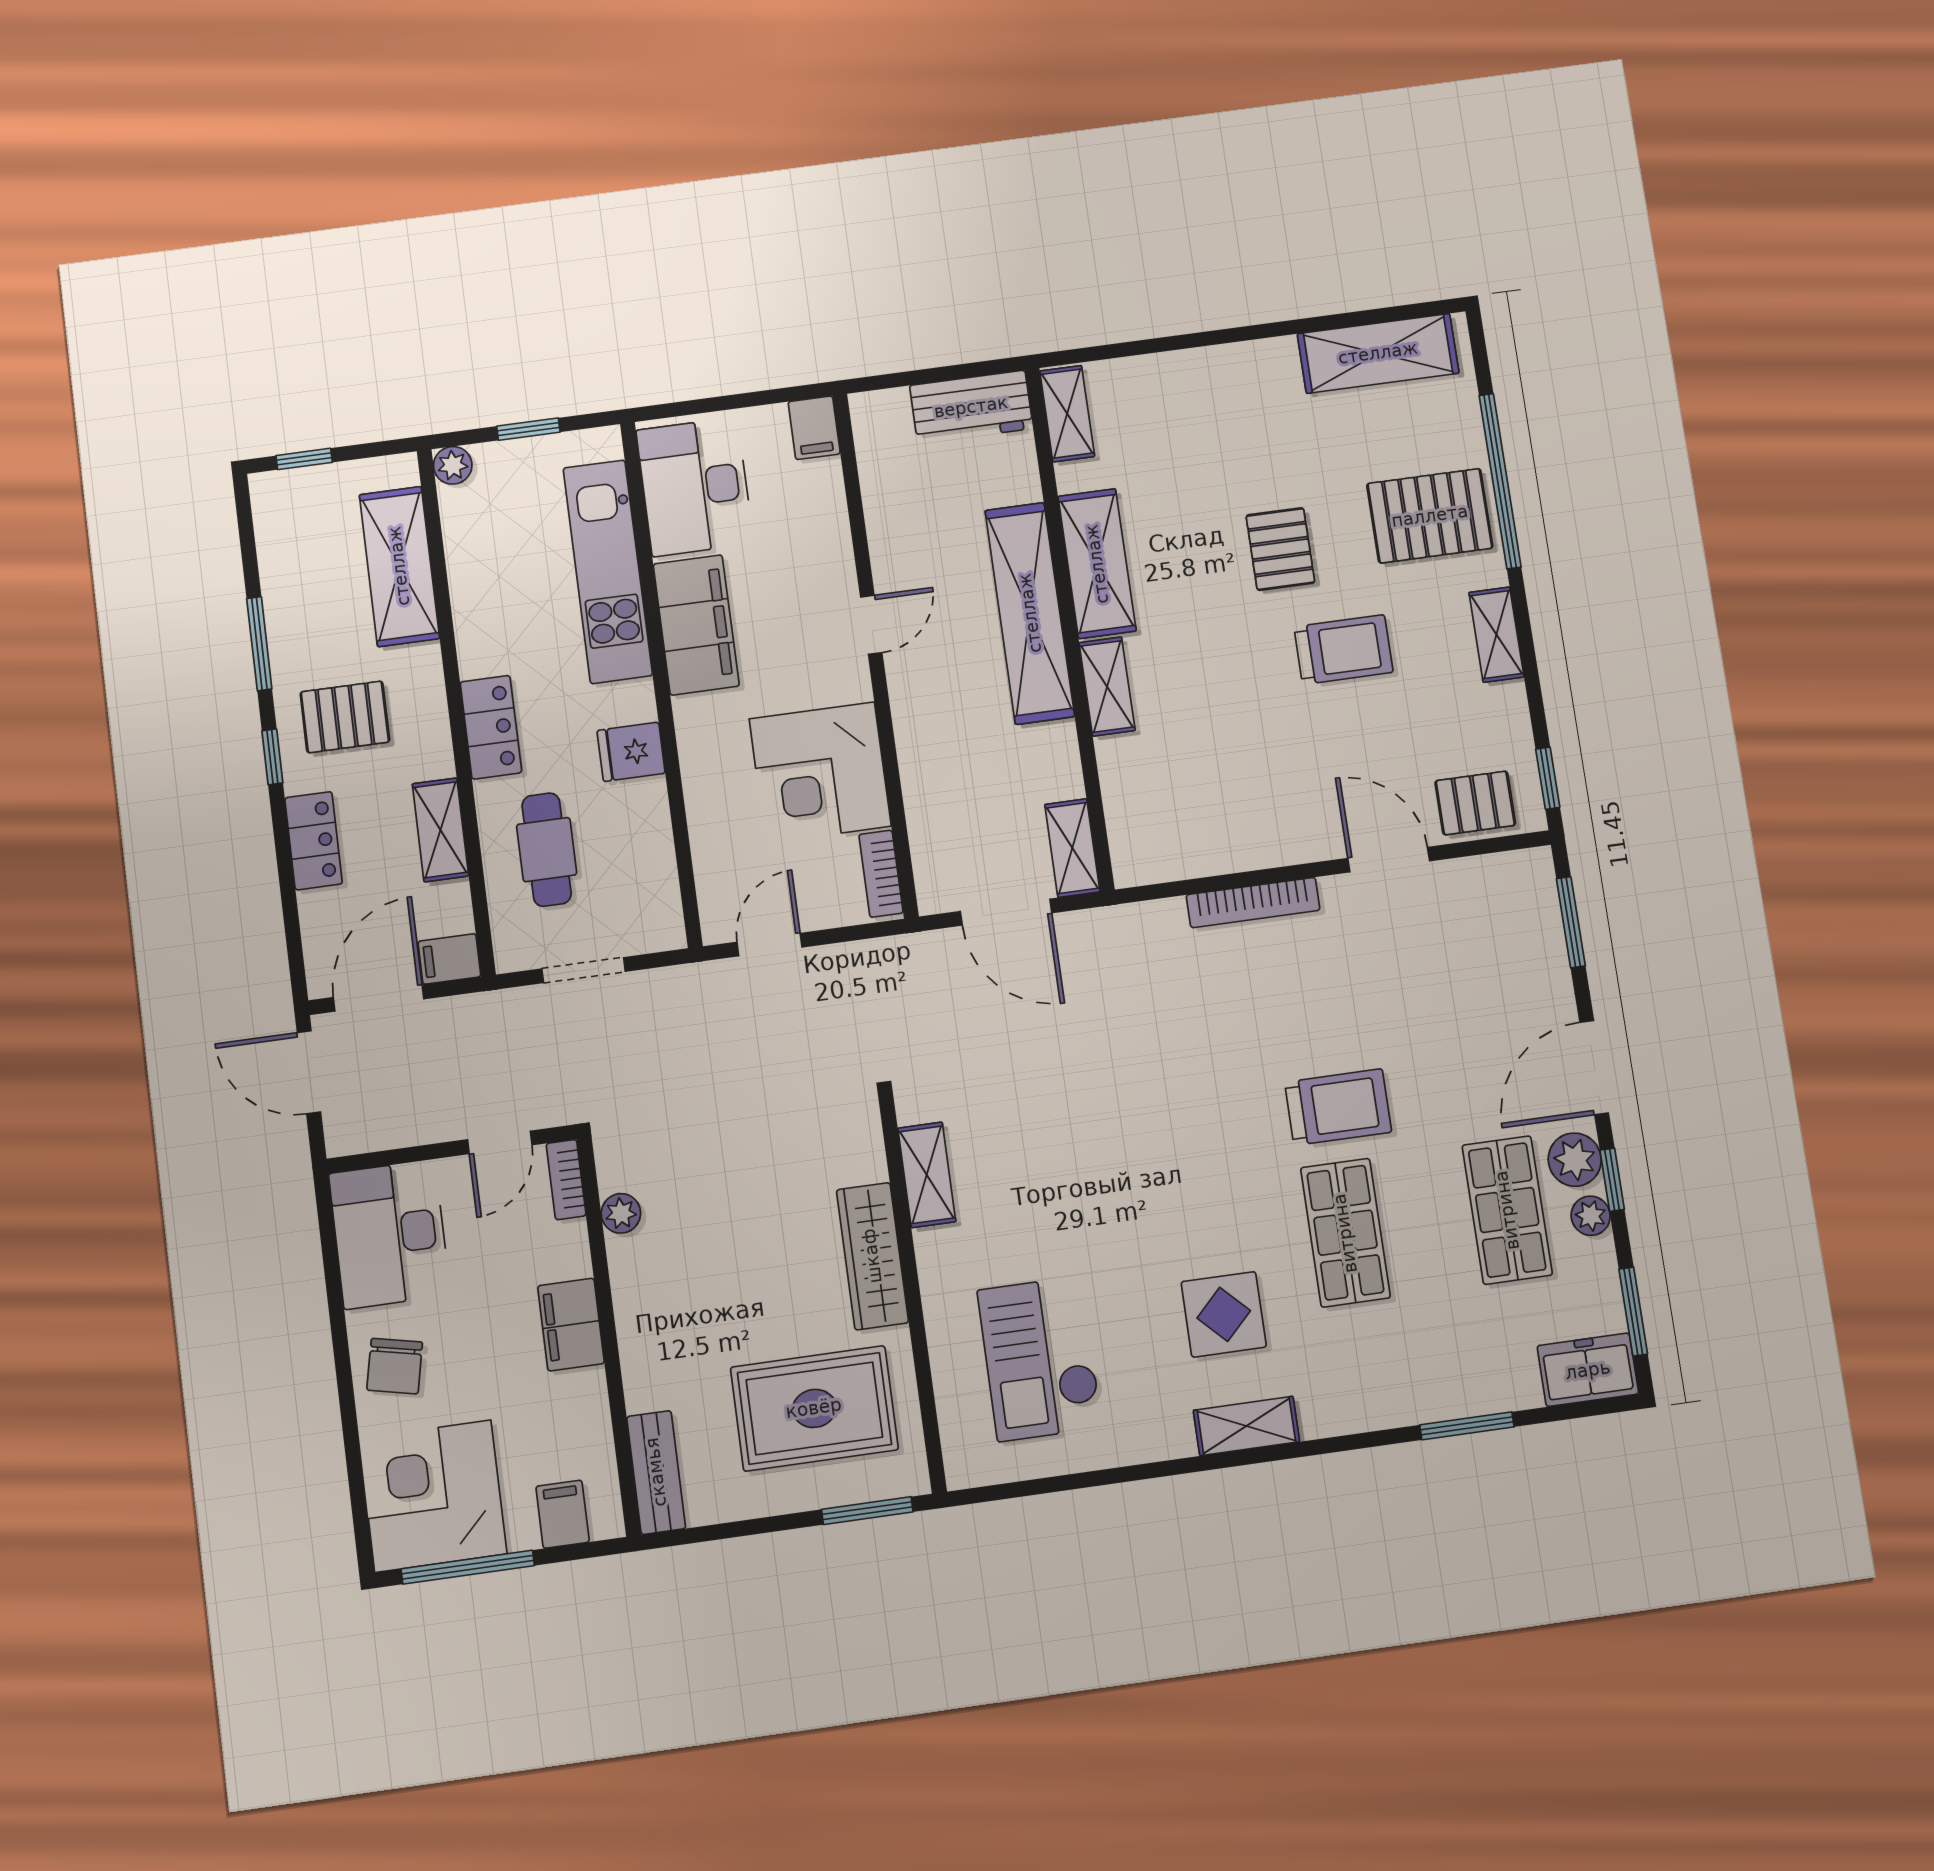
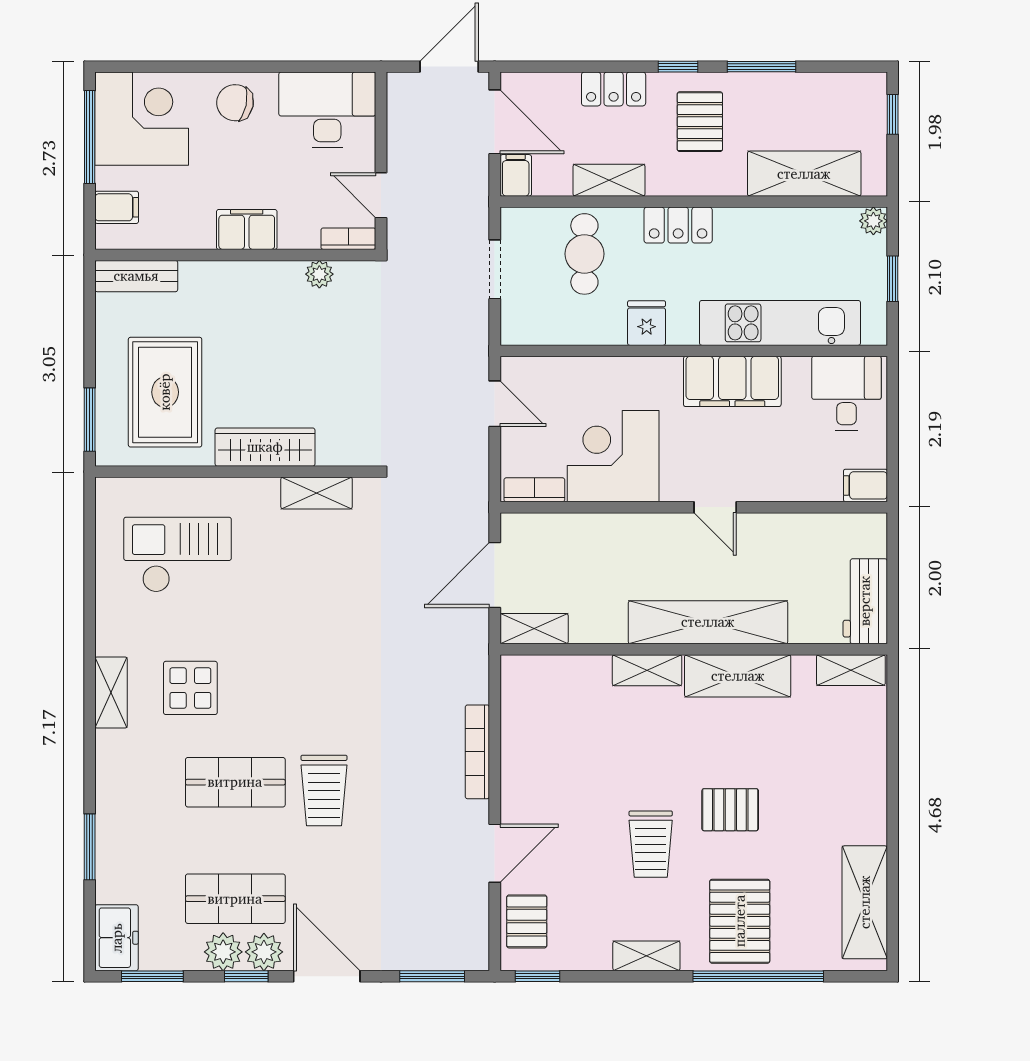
desk: (695, 487) -> (846, 394), width x0.73
cafe table: (547, 850) -> (584, 254), turned 90
plant: (1591, 1216) -> (223, 952), width x1.38, depth x1.38

